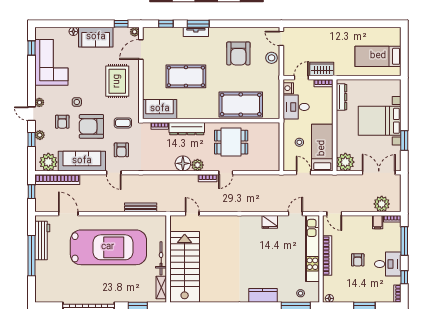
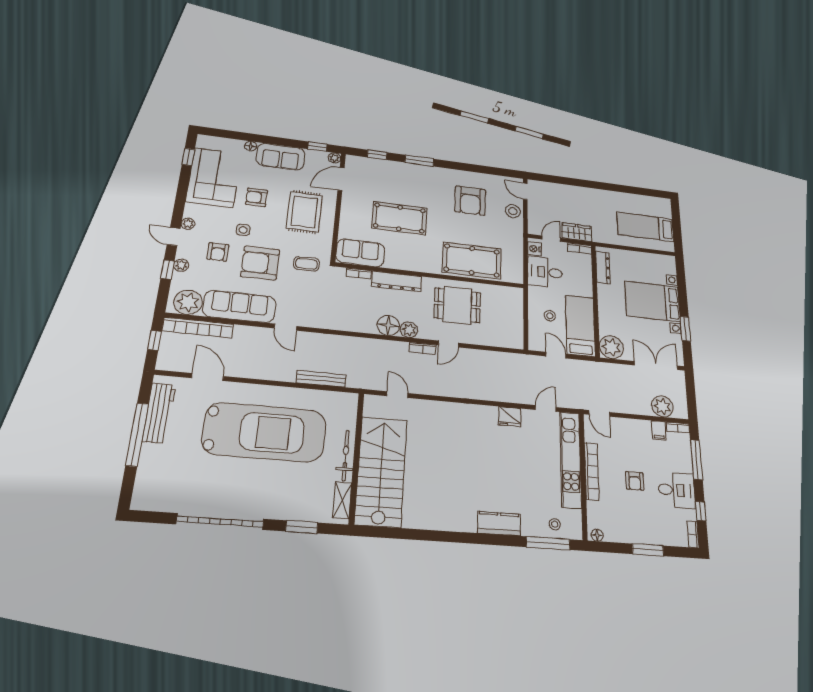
tv unit: (196, 32) -> (416, 169), removed
armchair: (121, 150) -> (257, 197), moved, turned 90

